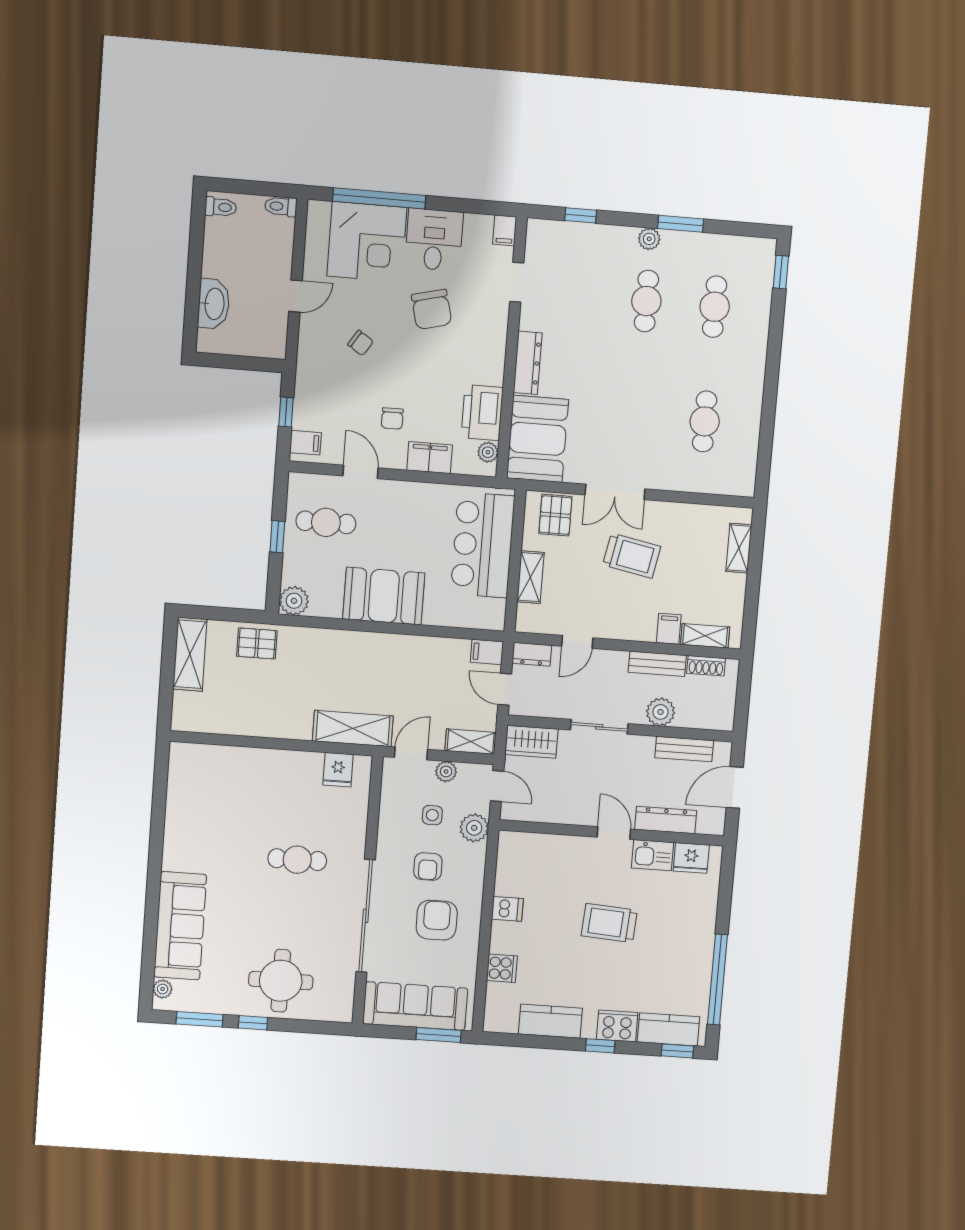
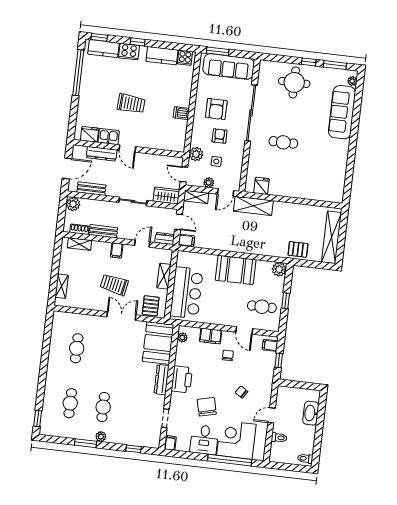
toilet: (281, 206) -> (279, 438), moved
printer: (482, 413) -> (182, 379), moved
filing cabinet: (669, 629) -> (117, 250), moved
shelving: (190, 654) -> (332, 237), width x1.47
plant: (661, 712) -> (73, 204), moved
cooker: (502, 968) -> (185, 58), moved, turned -90

